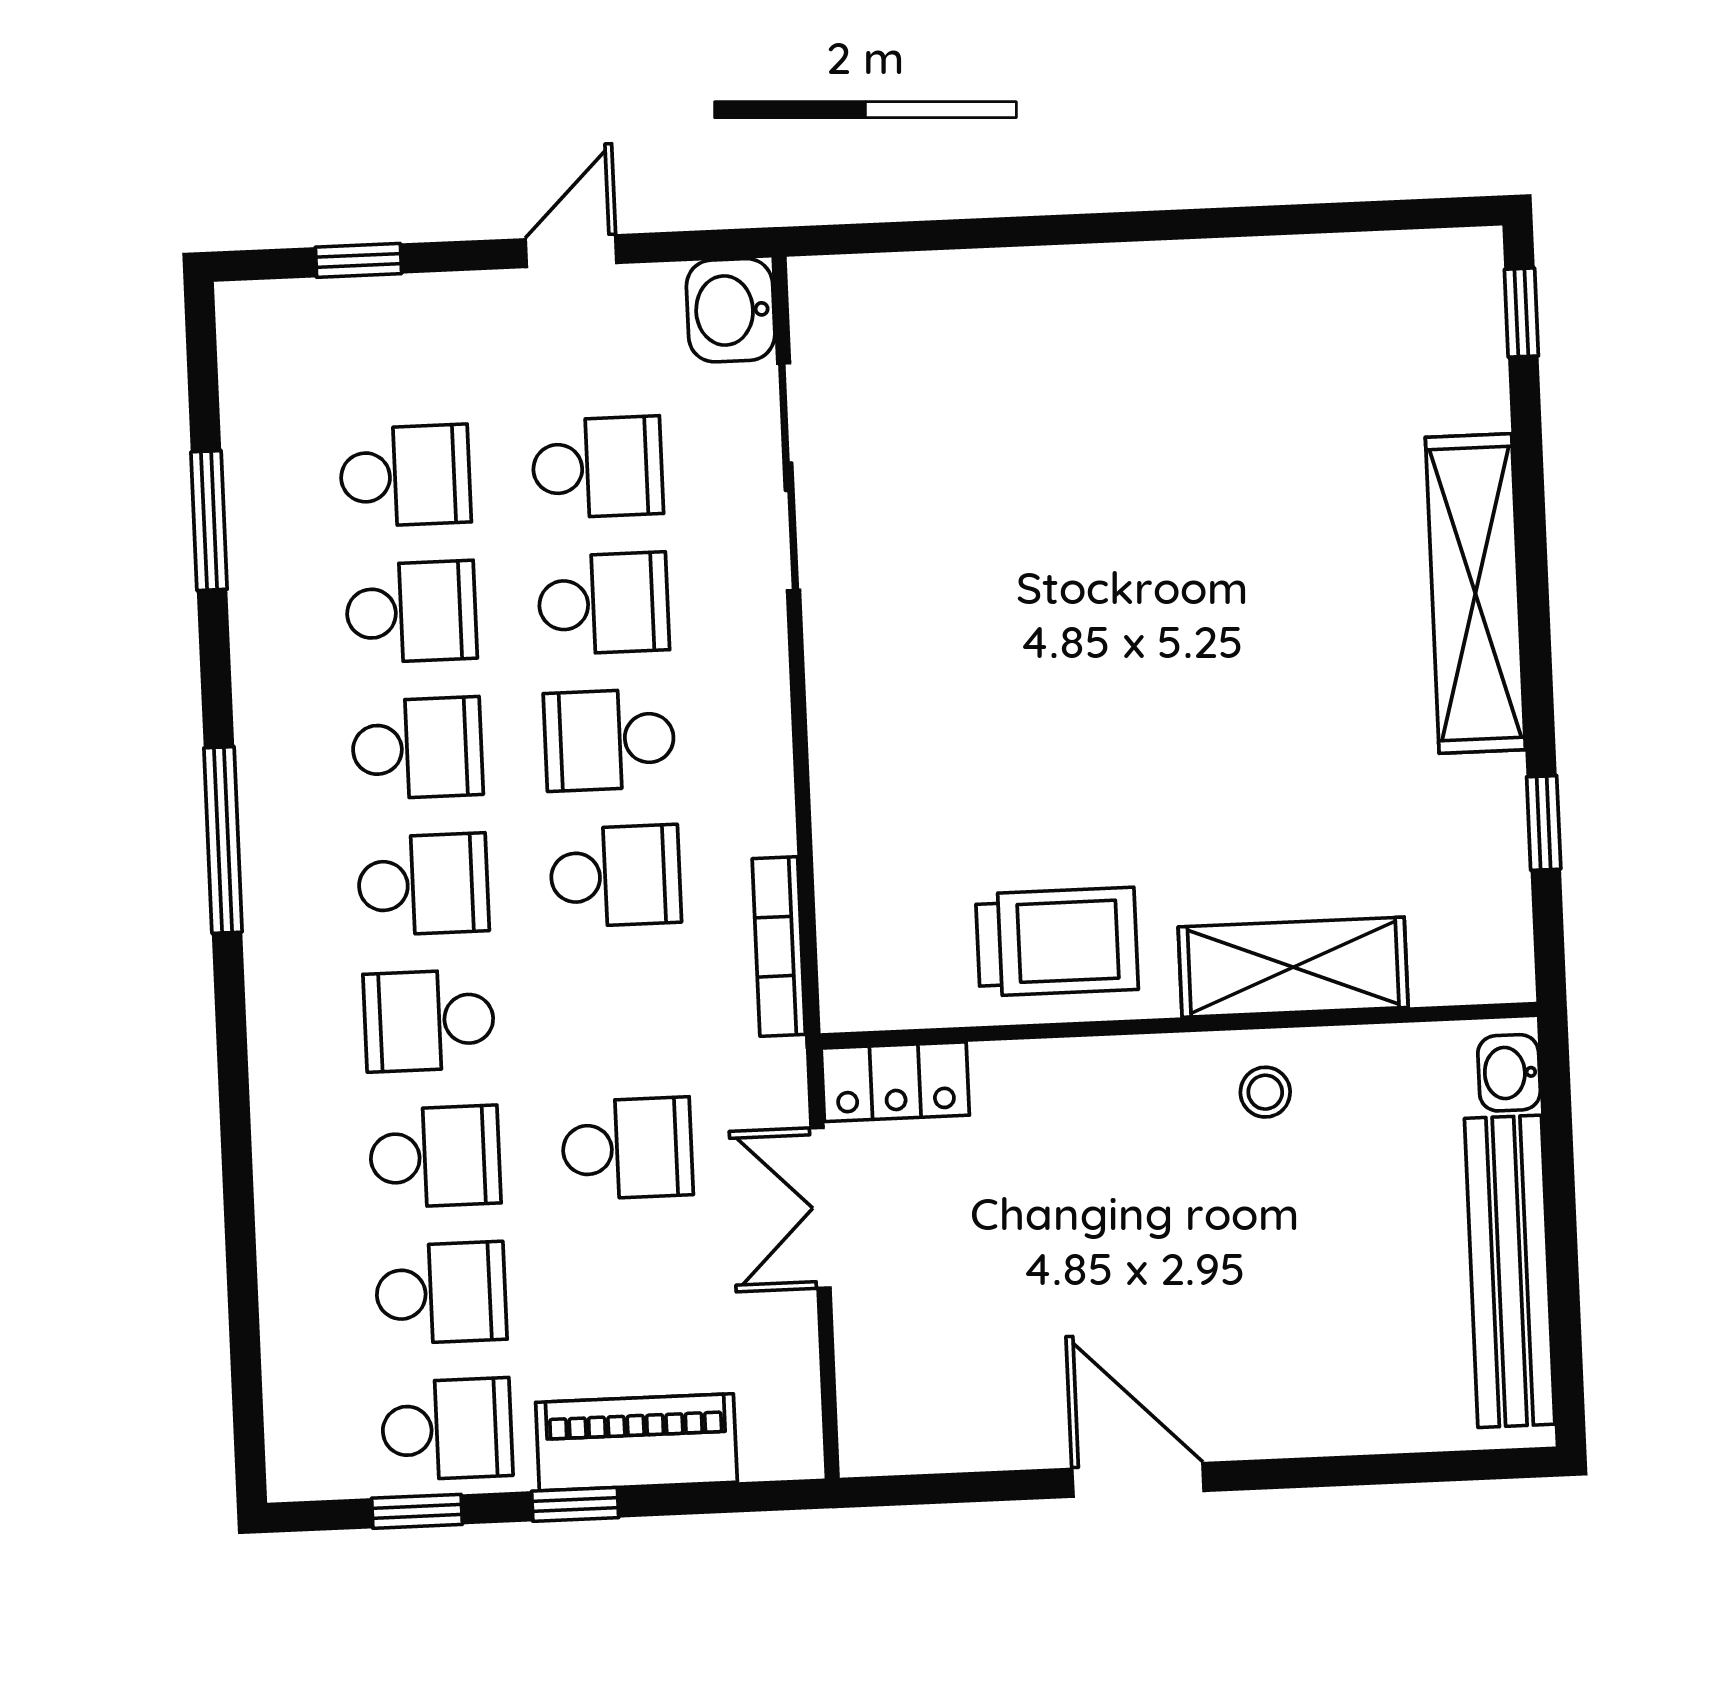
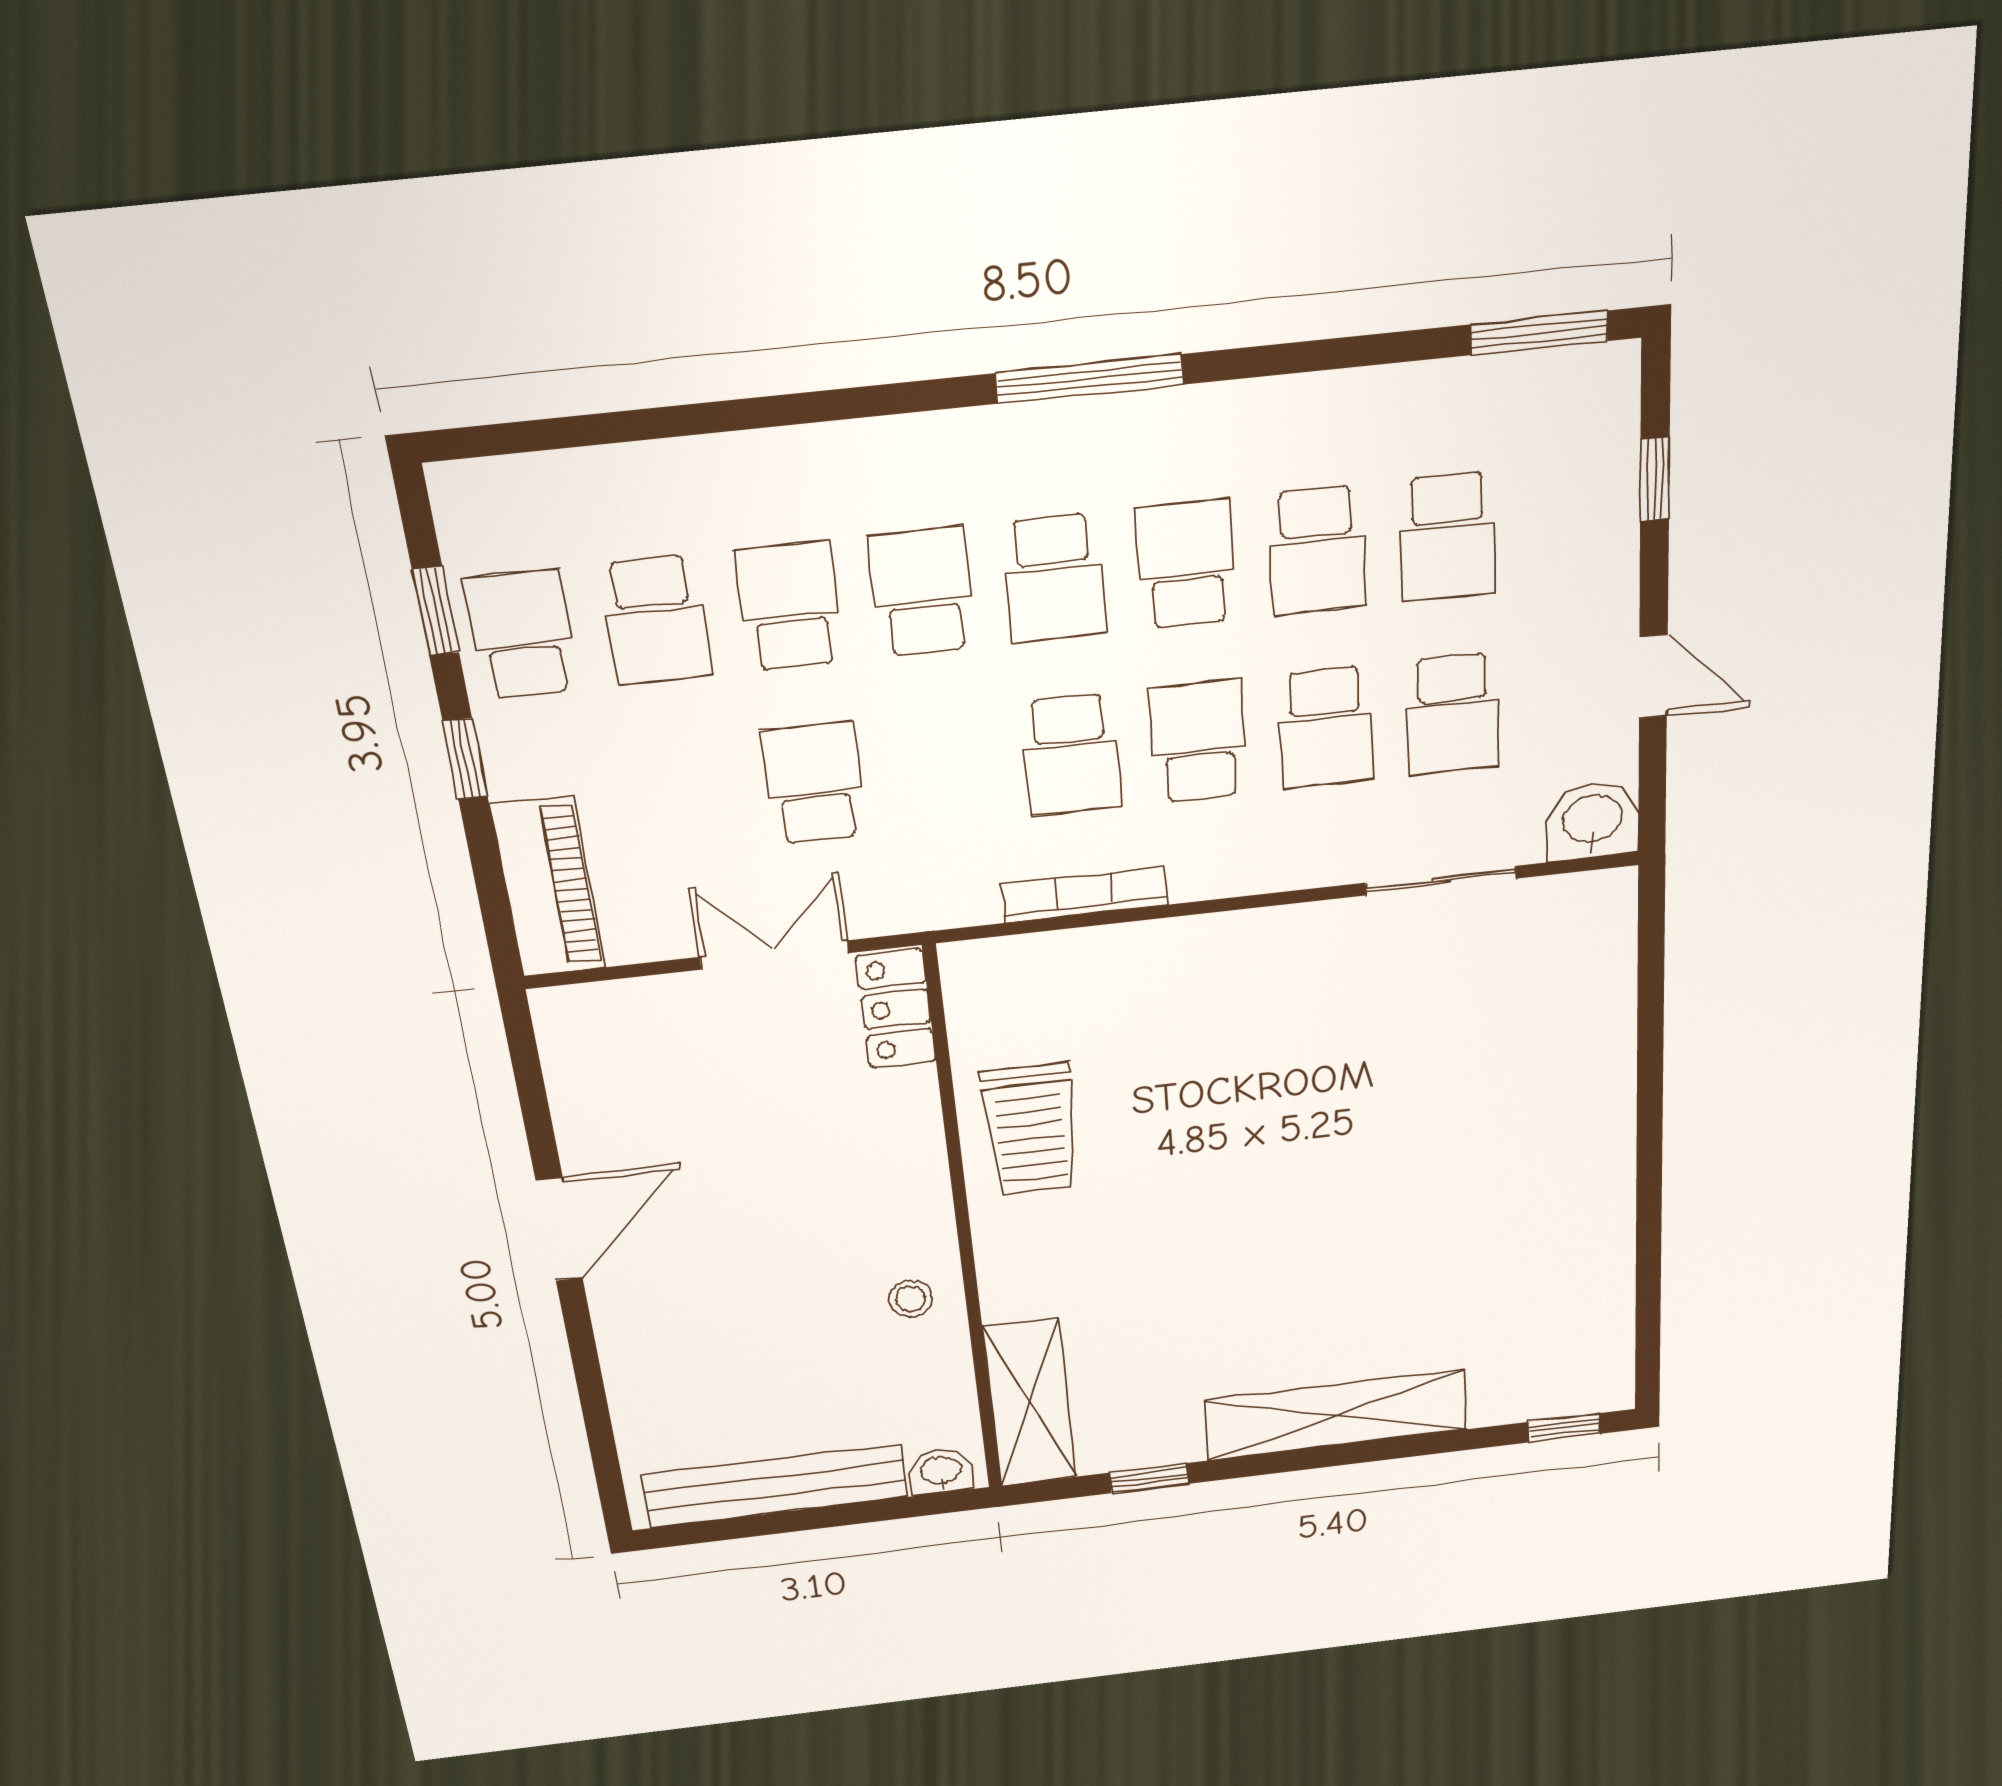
sliding door: (789, 477) -> (1441, 881), width x0.73
window: (209, 521) -> (1539, 333), moved
school desk: (417, 748) -> (1186, 564), turned 180
bookcase: (779, 946) -> (1084, 895), moved
shelving: (1293, 967) -> (1030, 1403), moved
school desk: (627, 1148) -> (814, 783), turned 180
school desk: (435, 1157) -> (789, 606), turned 180
school desk: (447, 1429) -> (522, 634), turned 180
piano: (636, 1442) -> (548, 887), moved

